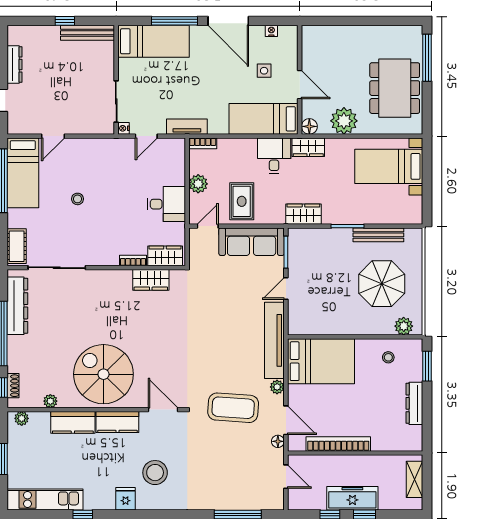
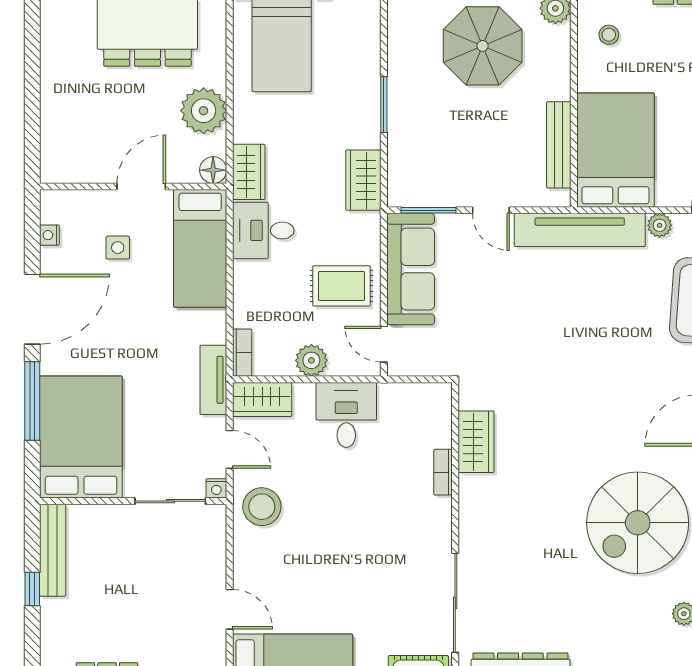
bed: (154, 41) -> (81, 437), width x1.50
stool: (77, 199) -> (262, 507), moved, width x1.89, depth x1.89
bench: (378, 235) -> (559, 145), moved
wardrobe: (165, 256) -> (262, 399), moved, turned -90

